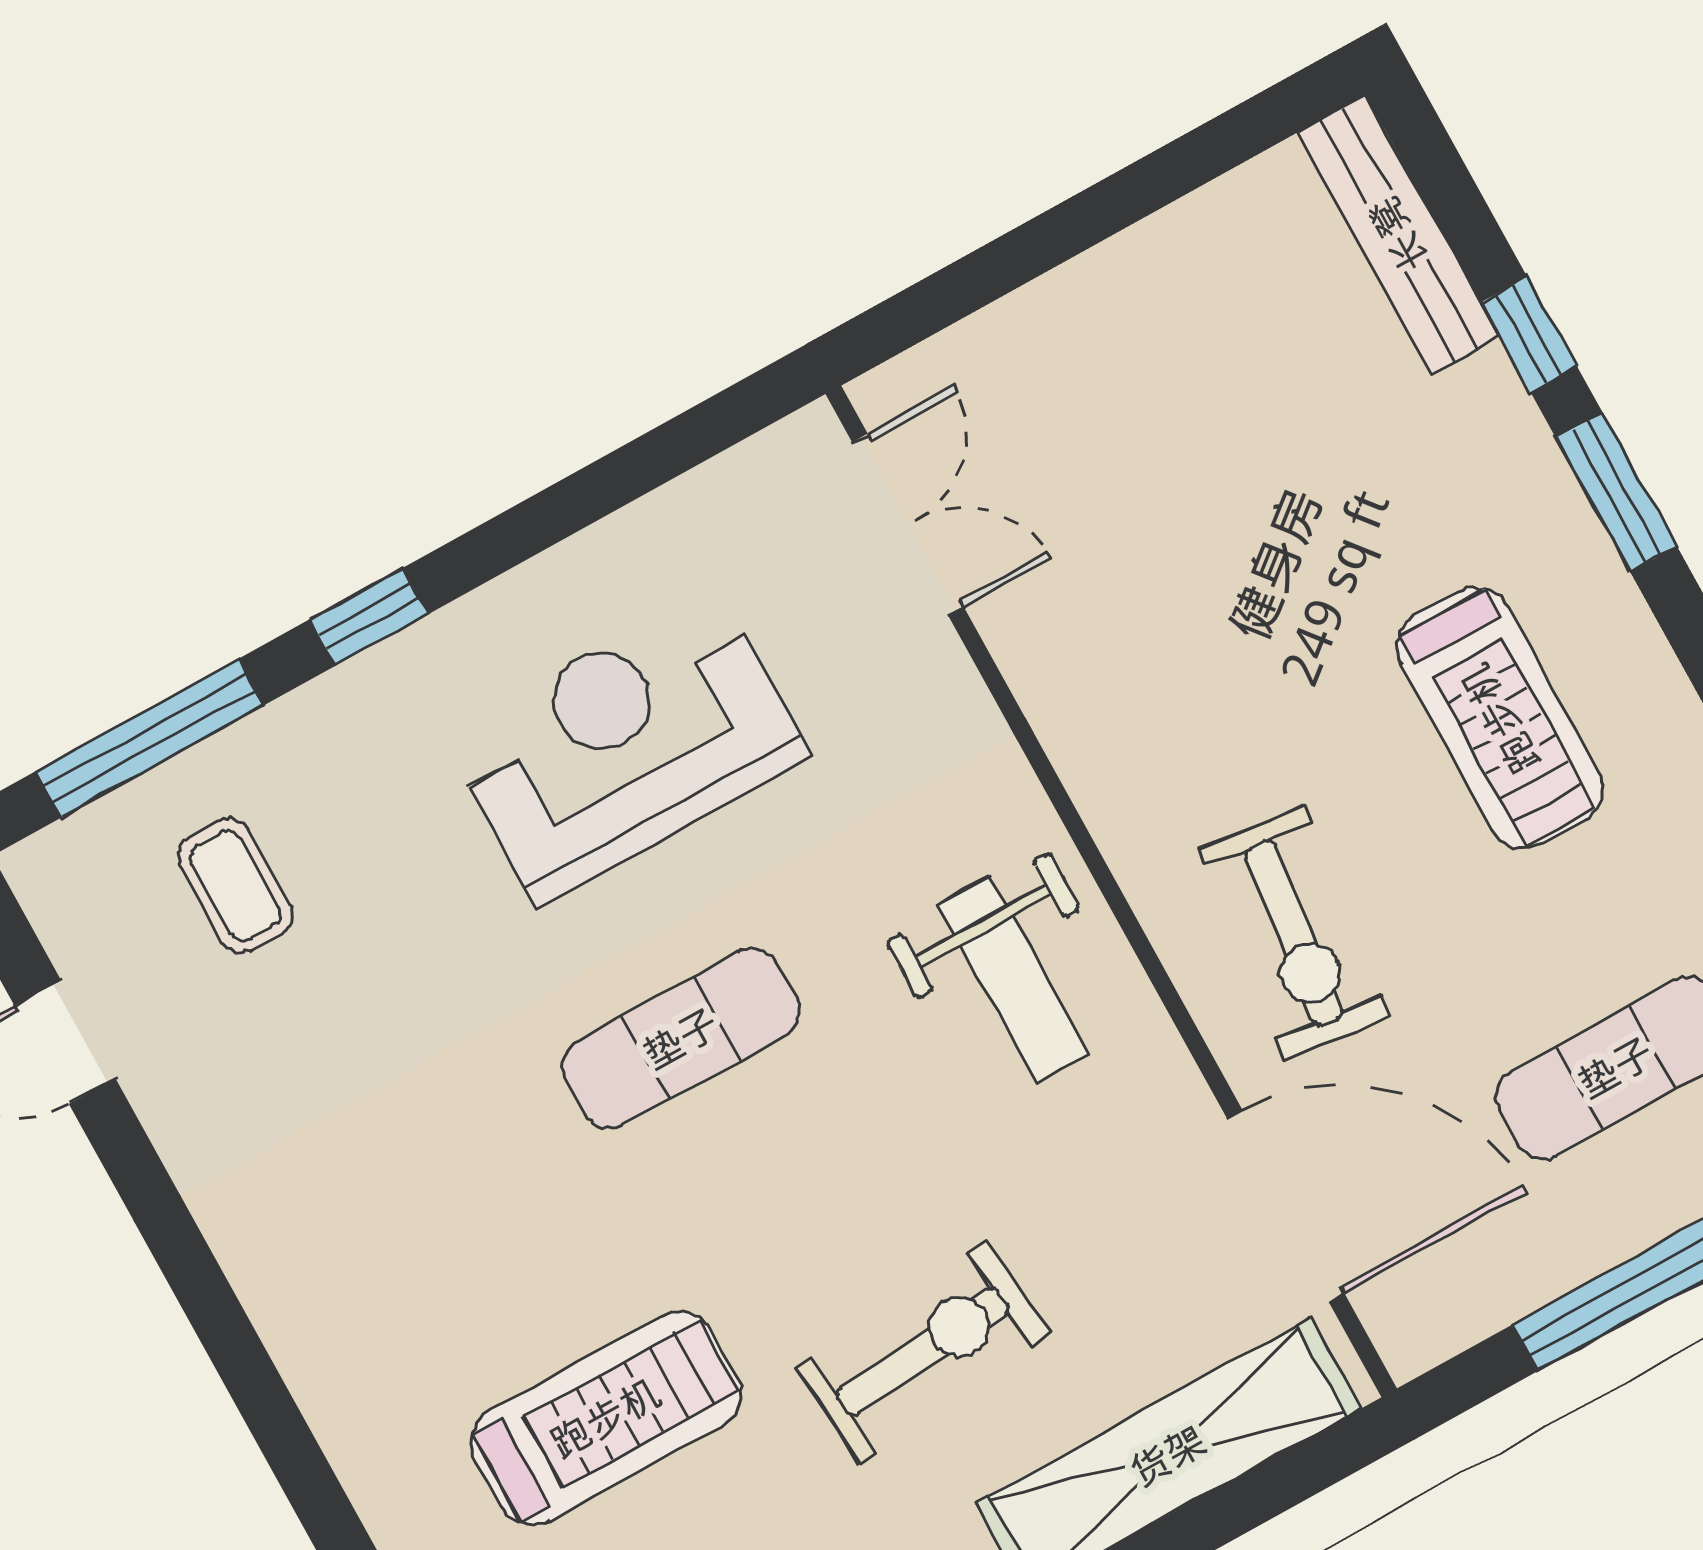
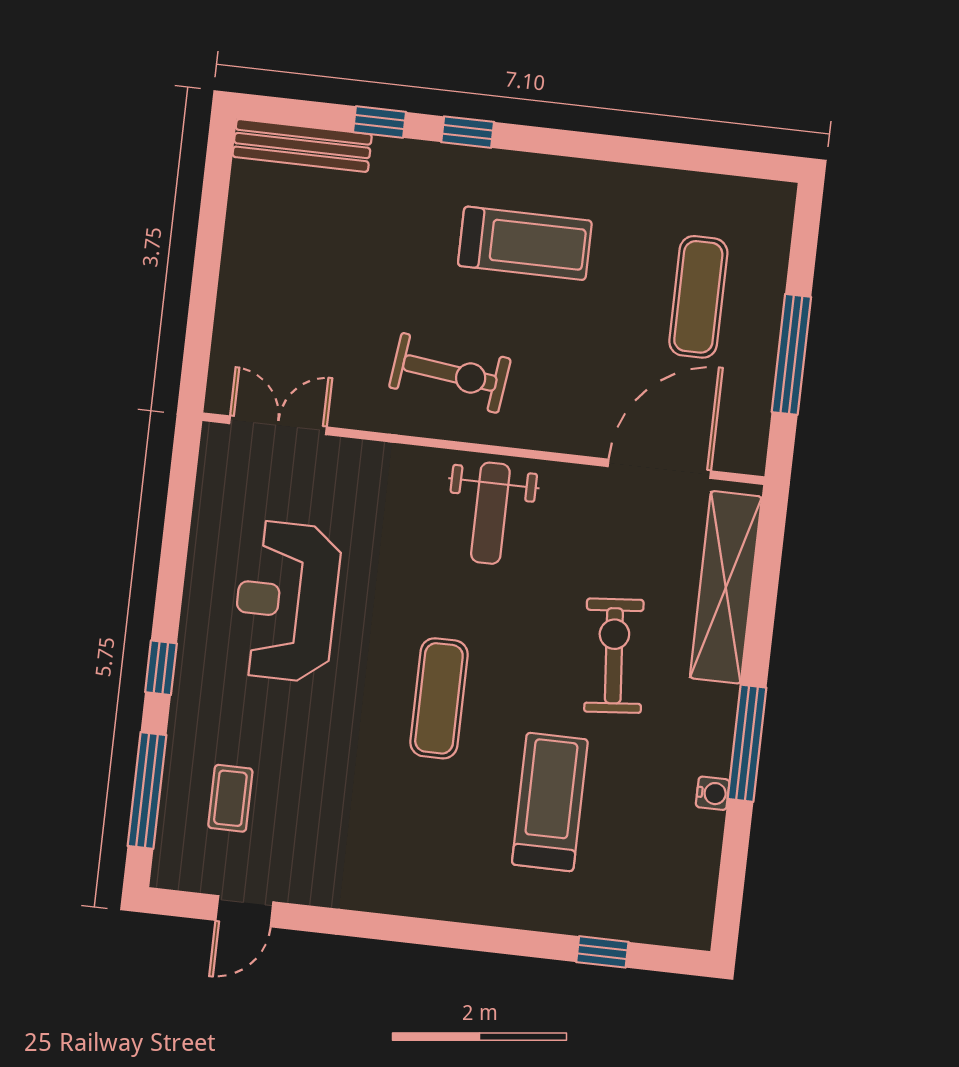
window: (1616, 492) -> (468, 132), width x0.67
coffee table: (235, 885) -> (230, 798), turned 90
exercise bike: (1294, 933) -> (450, 373), moved
weight bench: (1013, 979) -> (490, 513), turned 90
exercise mat: (681, 1039) -> (439, 698), moved

